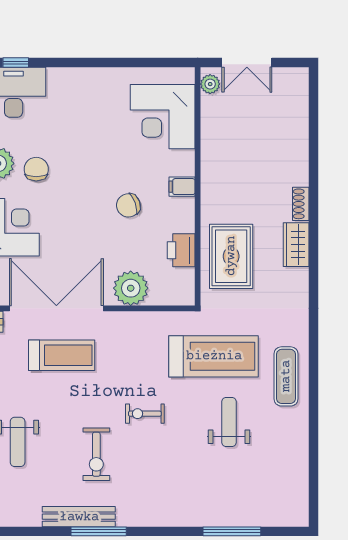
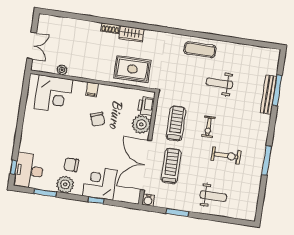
plant: (210, 84) -> (62, 70), moved
printer: (181, 250) -> (146, 106), moved, turned 90
treadmill: (214, 356) -> (176, 123), moved, width x0.73, depth x0.73
bench: (79, 517) -> (269, 95), moved

